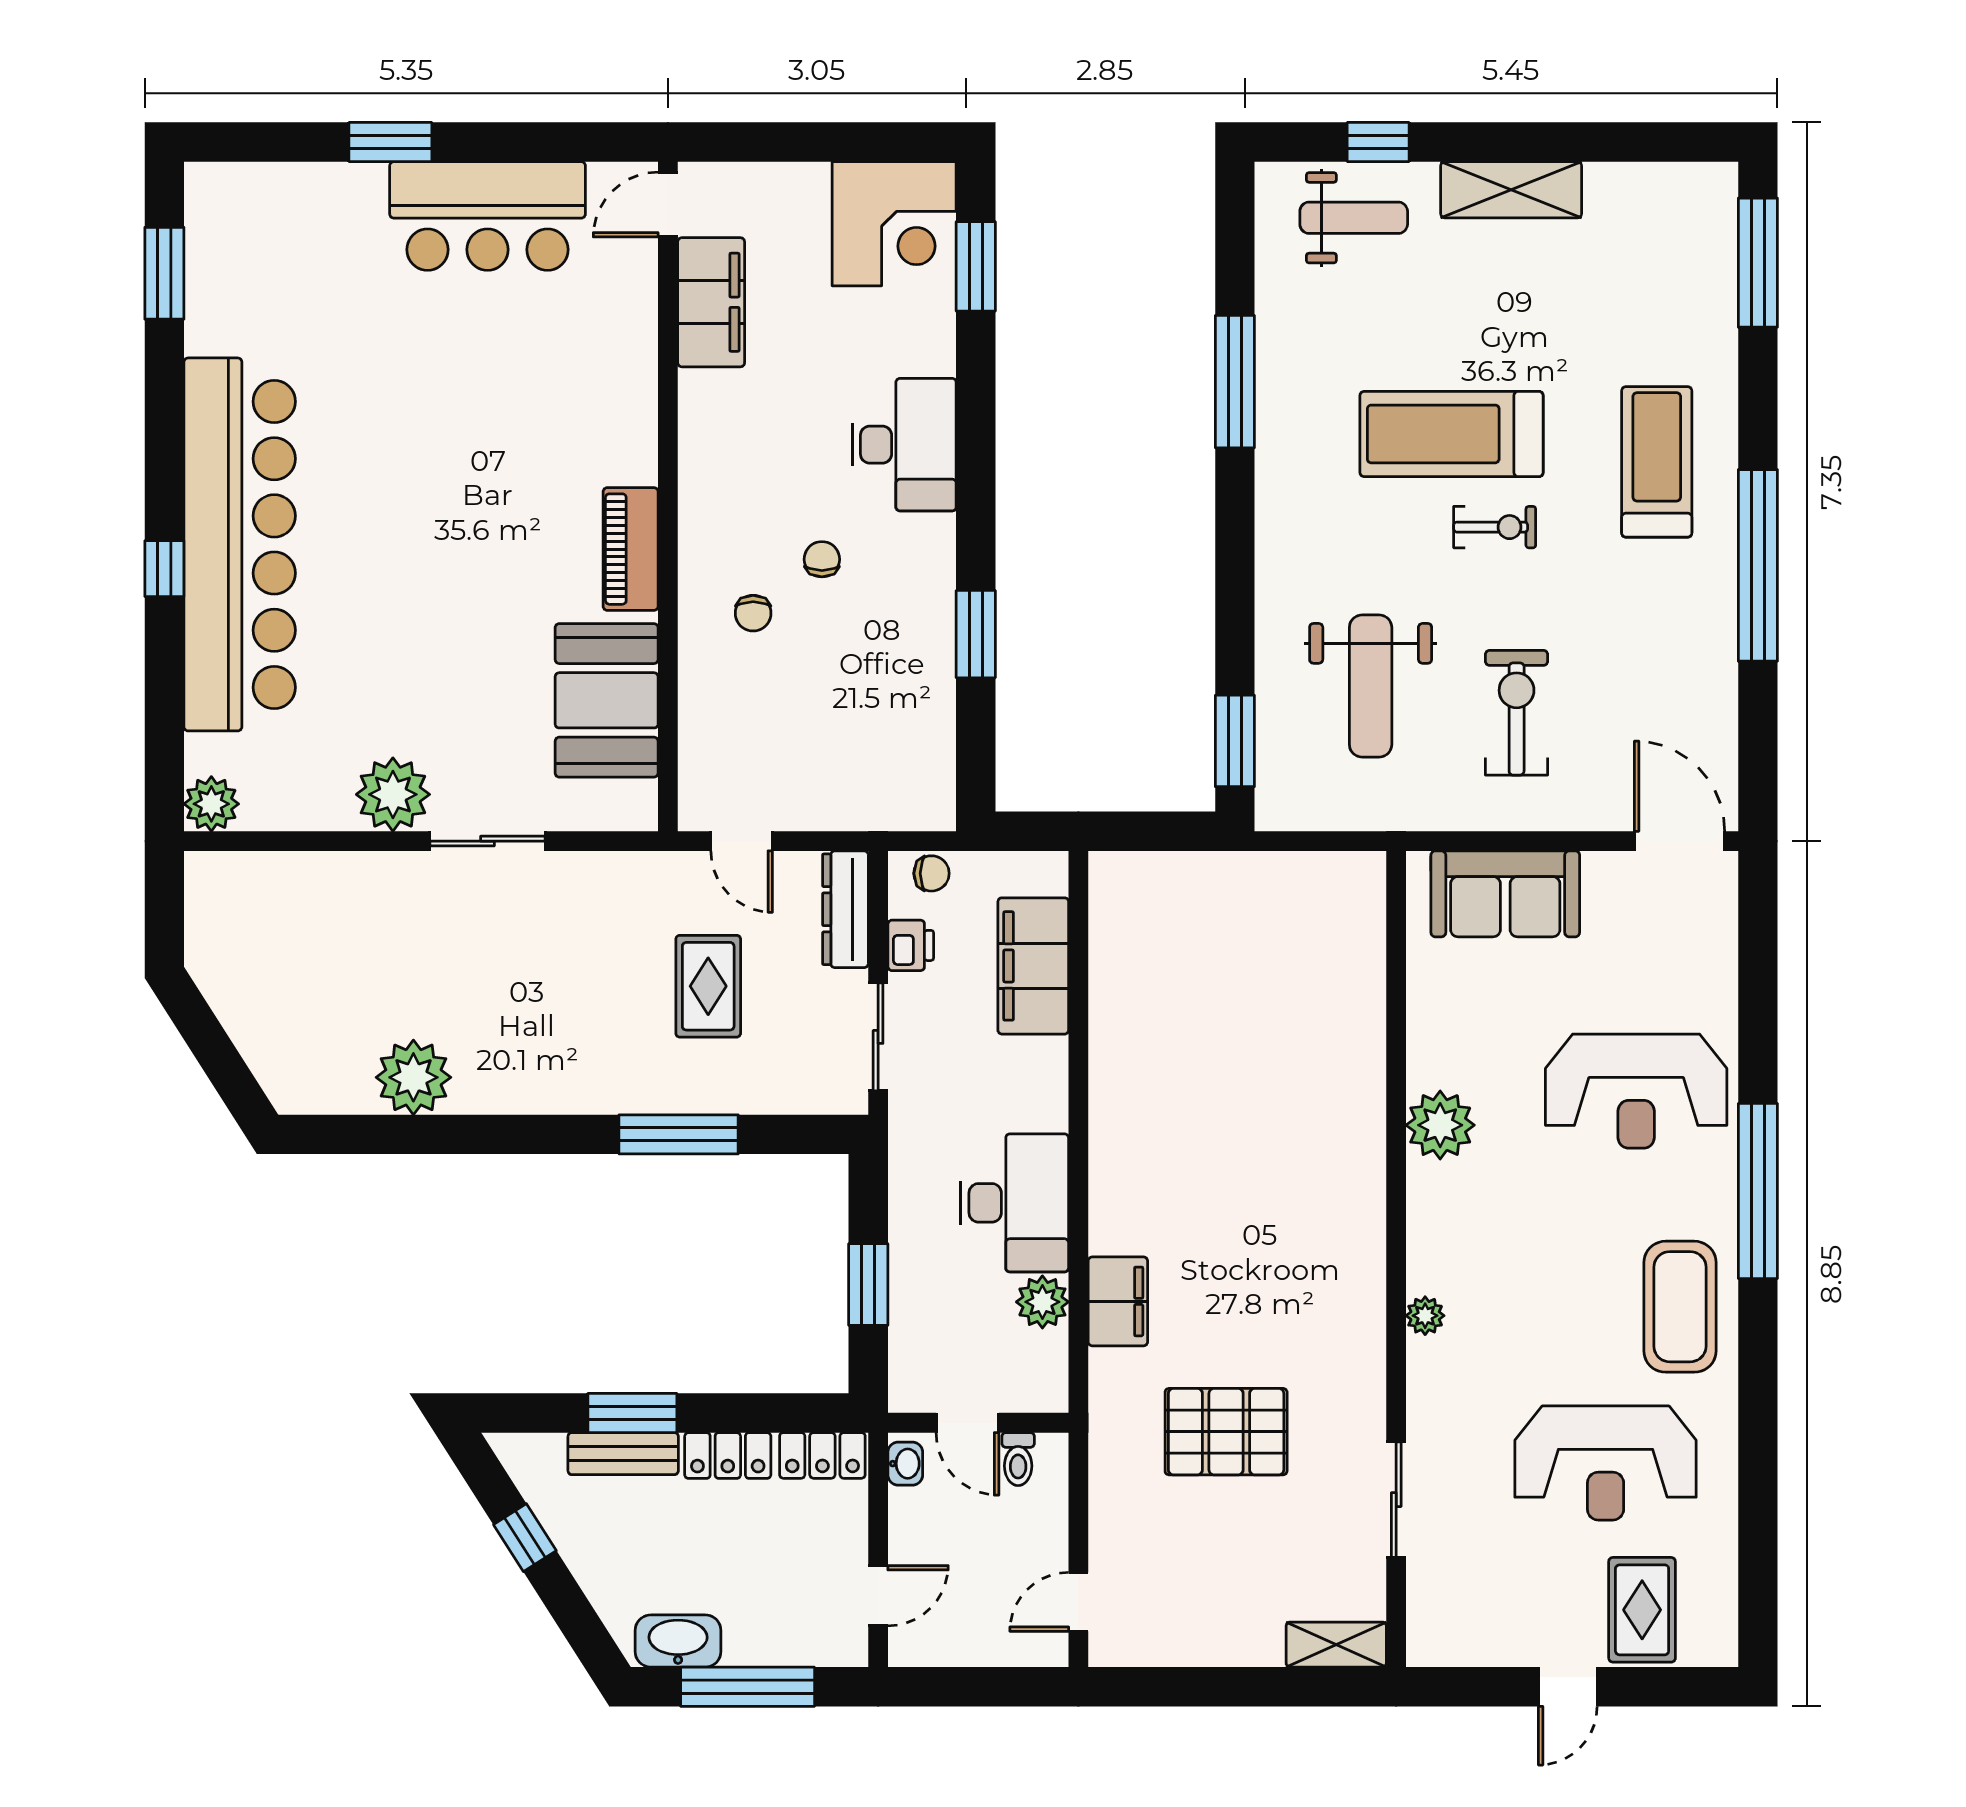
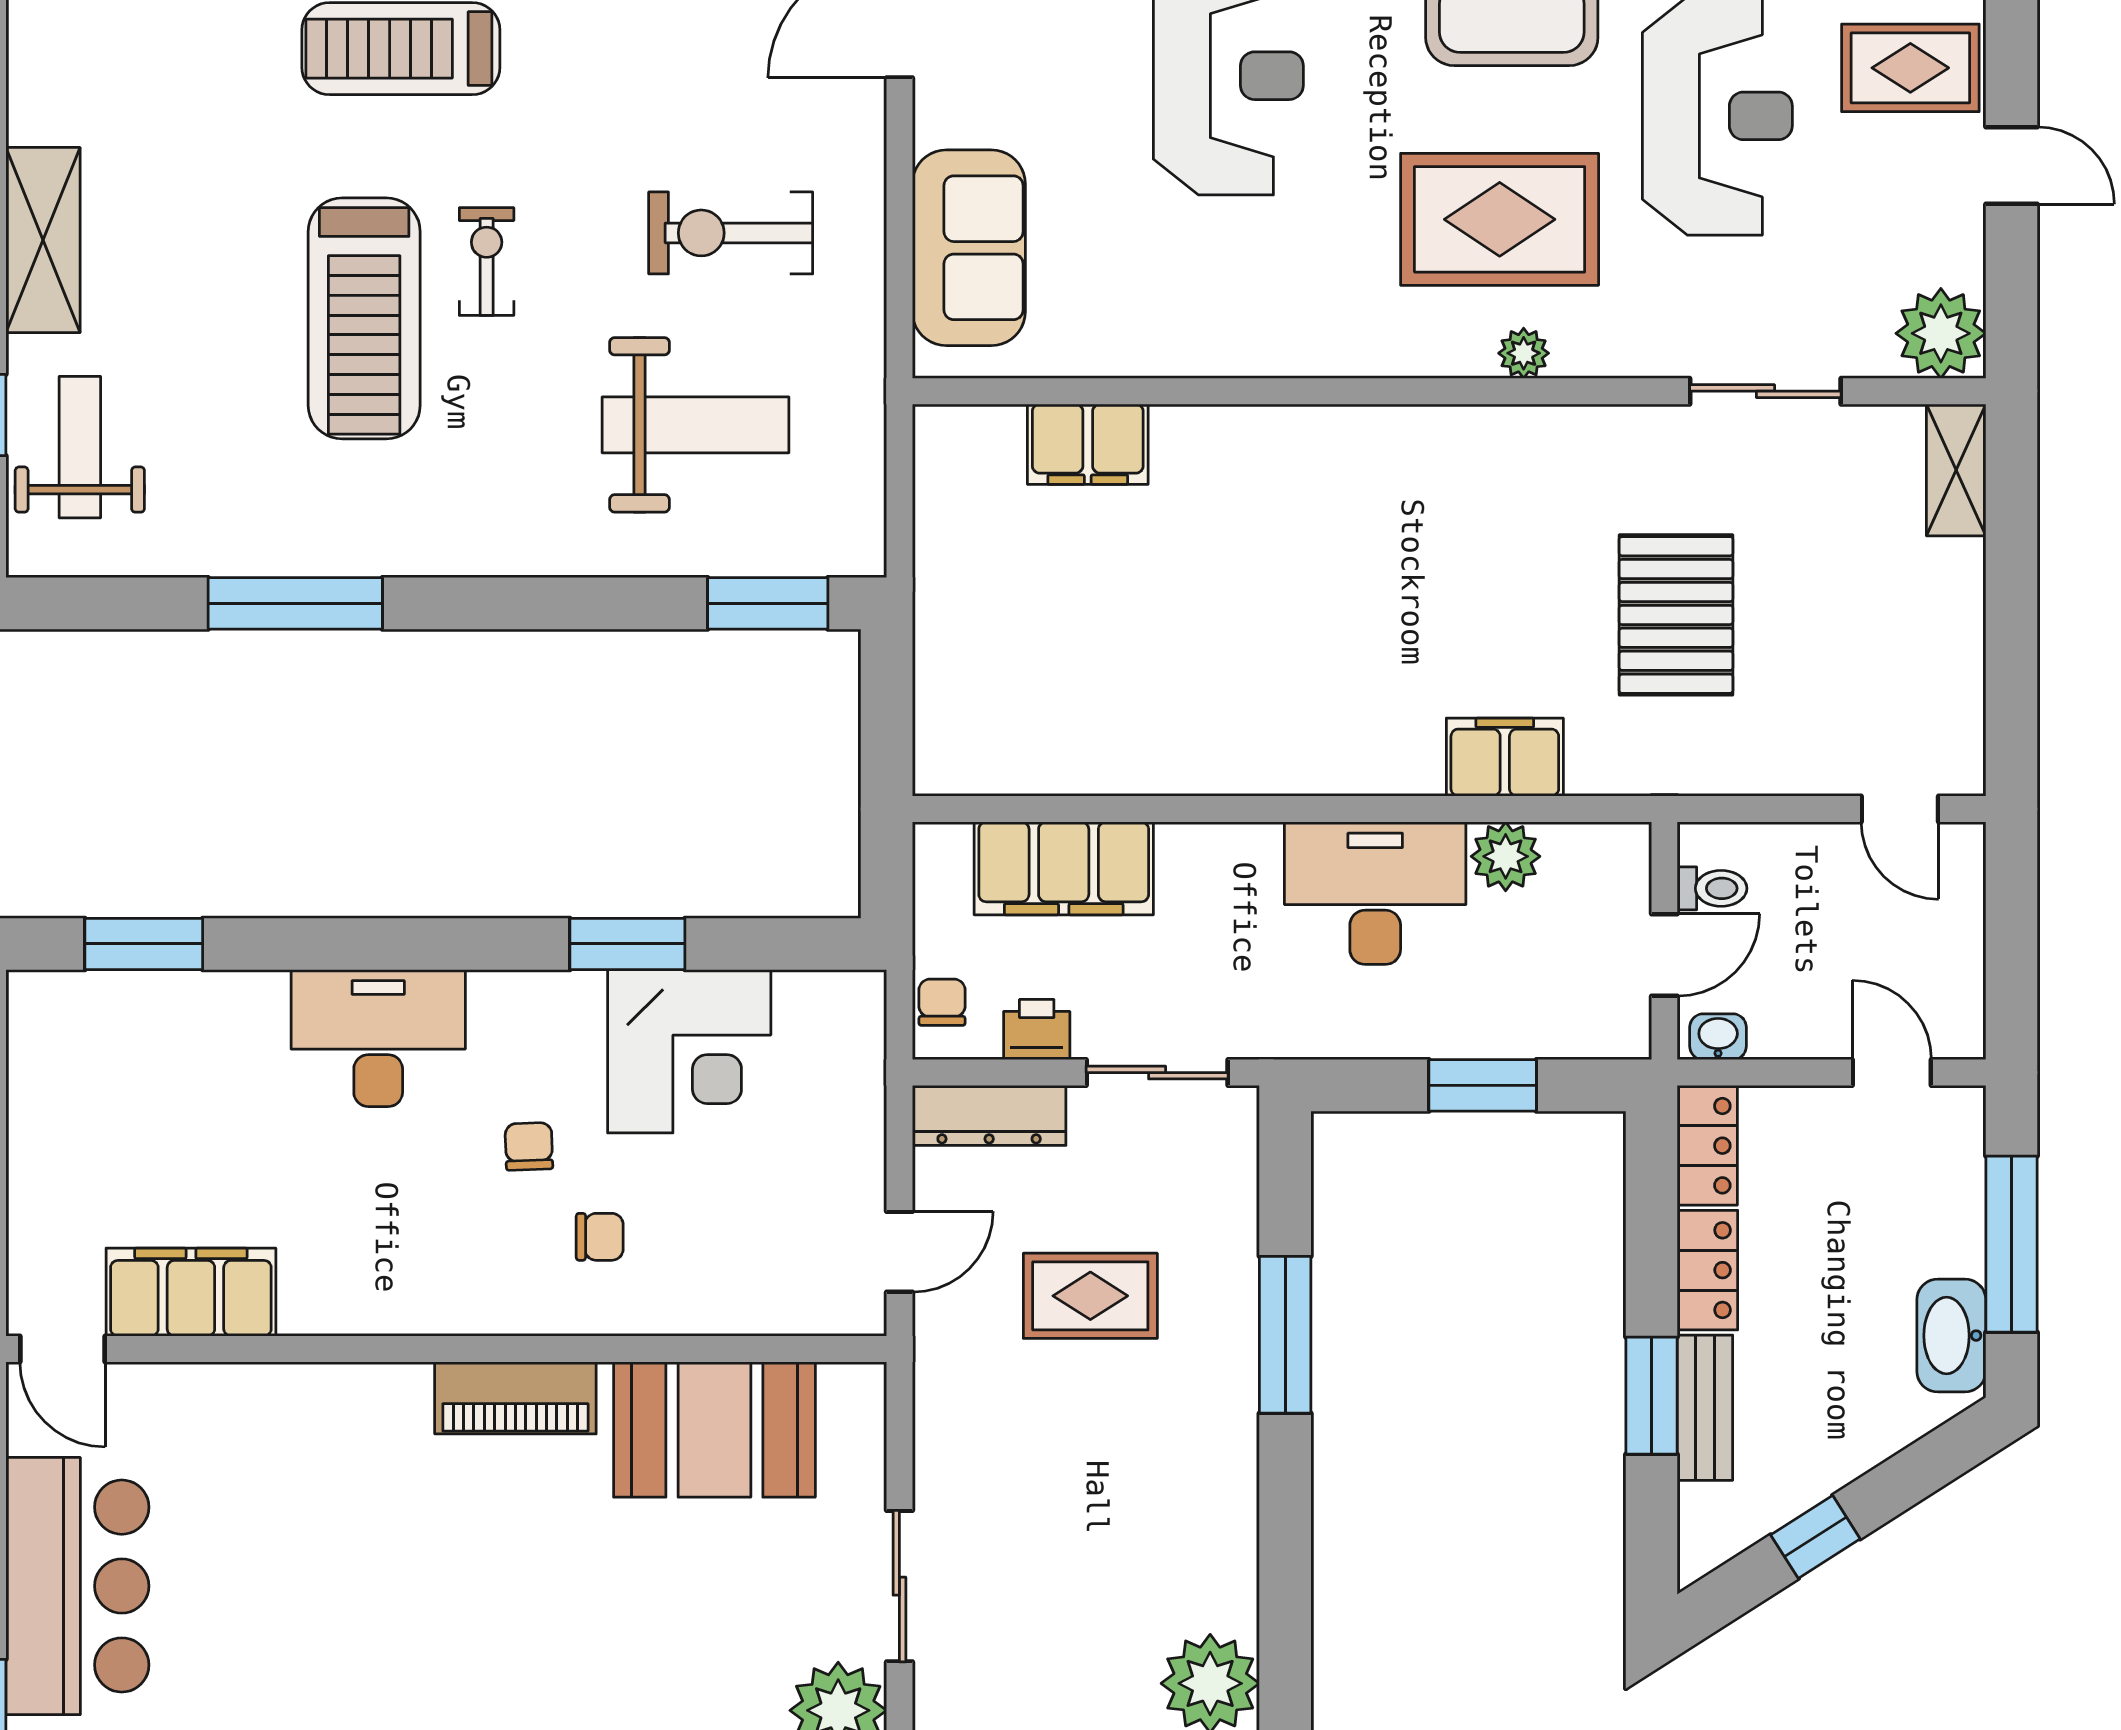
corner desk: (894, 224) -> (689, 1051), moved, turned 90
chair: (822, 559) -> (529, 1146), turned 88
filing cabinet: (1356, 984) -> (1088, 444), added
plant: (1440, 1125) -> (1941, 333), moved
rug: (1527, 1297) -> (1500, 219), added

